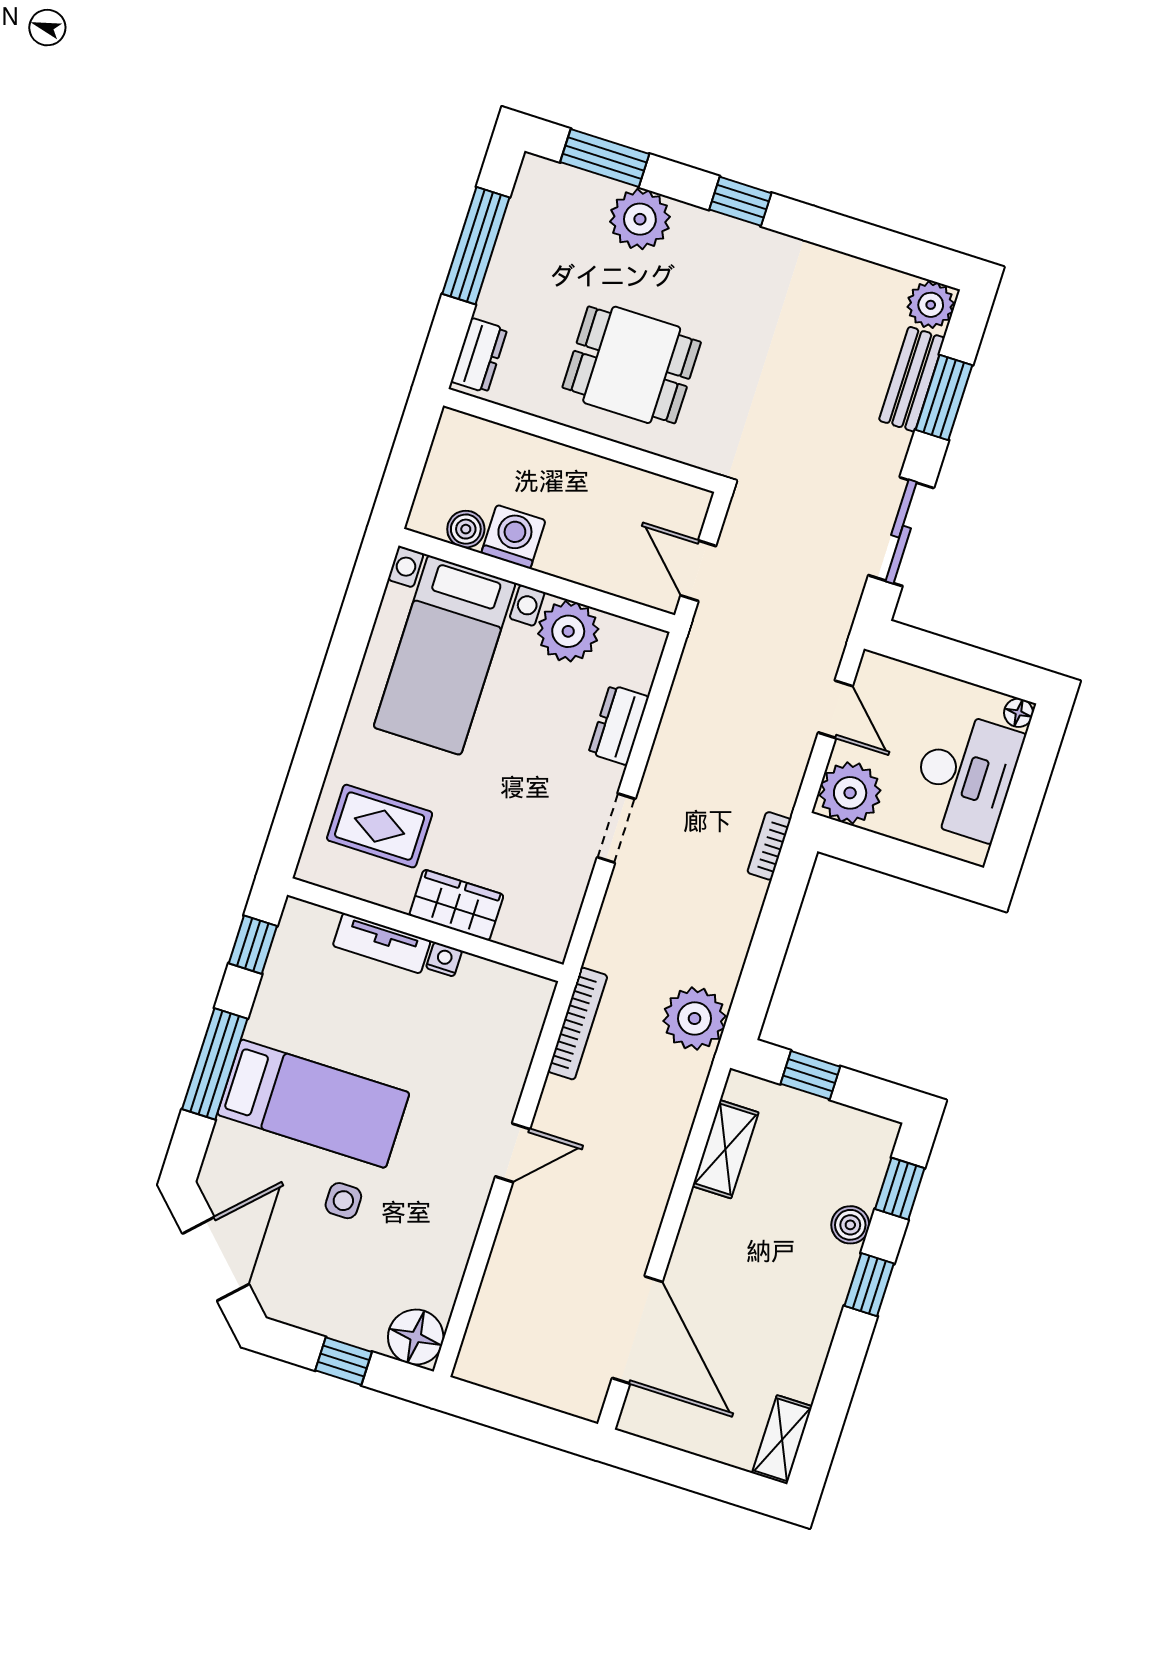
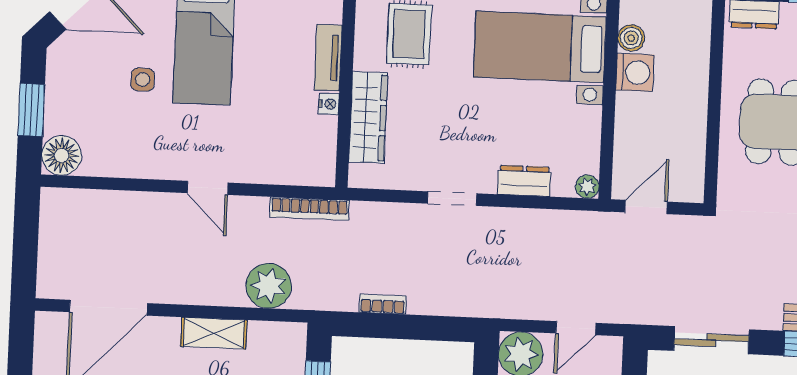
plant: (568, 631) -> (587, 187), moved, width x0.53, depth x0.53
bookcase: (769, 846) -> (383, 304), moved
wardrobe: (456, 905) -> (368, 117), width x1.50
plant: (695, 1019) -> (269, 286), moved
shelving: (725, 1149) -> (214, 333), moved
window: (343, 1361) -> (31, 110), width x1.50

